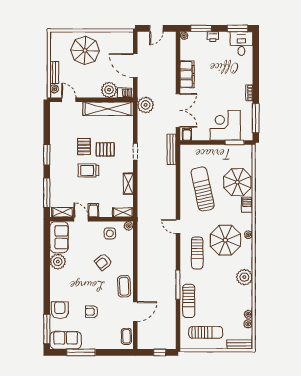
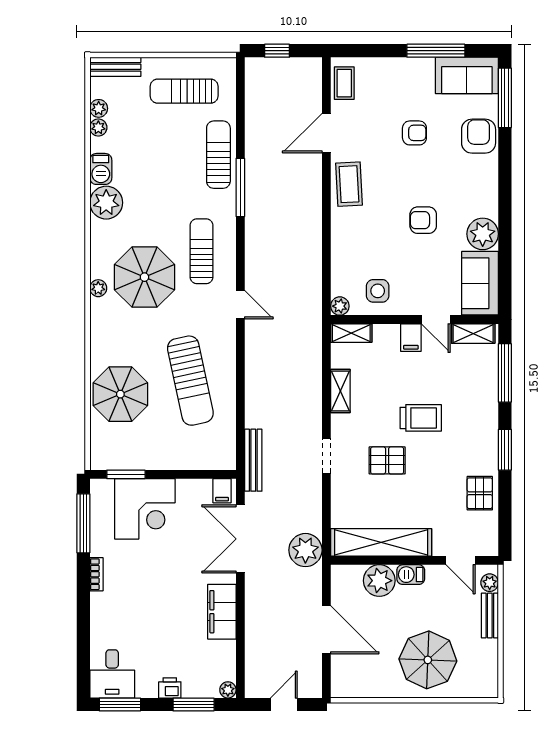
barbecue: (125, 93) -> (411, 575), moved
pallet: (84, 146) -> (480, 493), moved
barbecue: (247, 205) -> (101, 169), moved
armchair: (103, 262) -> (423, 220), moved, turned -142
armchair: (60, 310) -> (479, 136), turned 180

